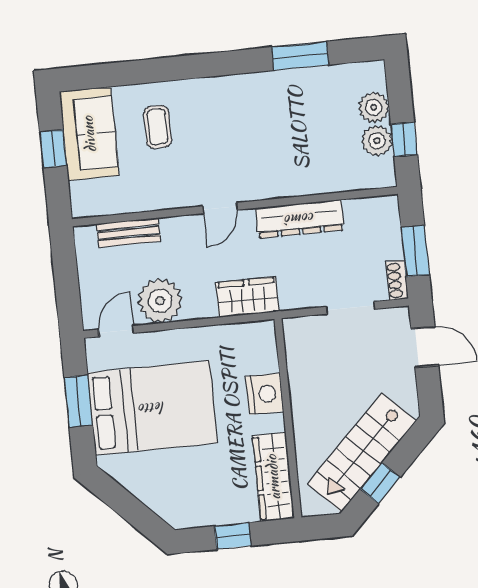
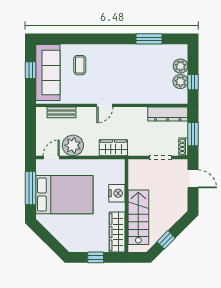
sofa: (89, 134) -> (48, 73), width x1.36
dresser: (300, 219) -> (168, 114), moved
window: (78, 401) -> (31, 188), width x1.44
stairs: (362, 452) -> (138, 217), moved, turned 135

